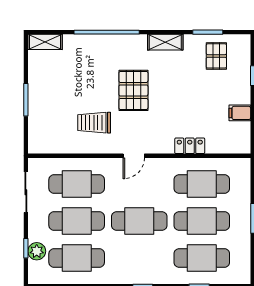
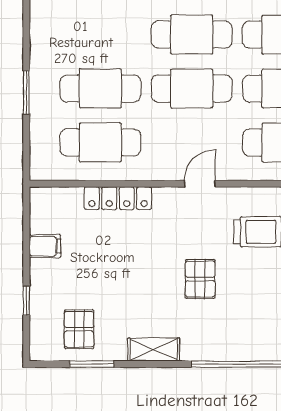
pallet: (133, 90) -> (200, 279), width x0.67, depth x0.71
locker: (190, 146) -> (118, 198), width x1.53
cafe table: (202, 258) -> (192, 35), moved

